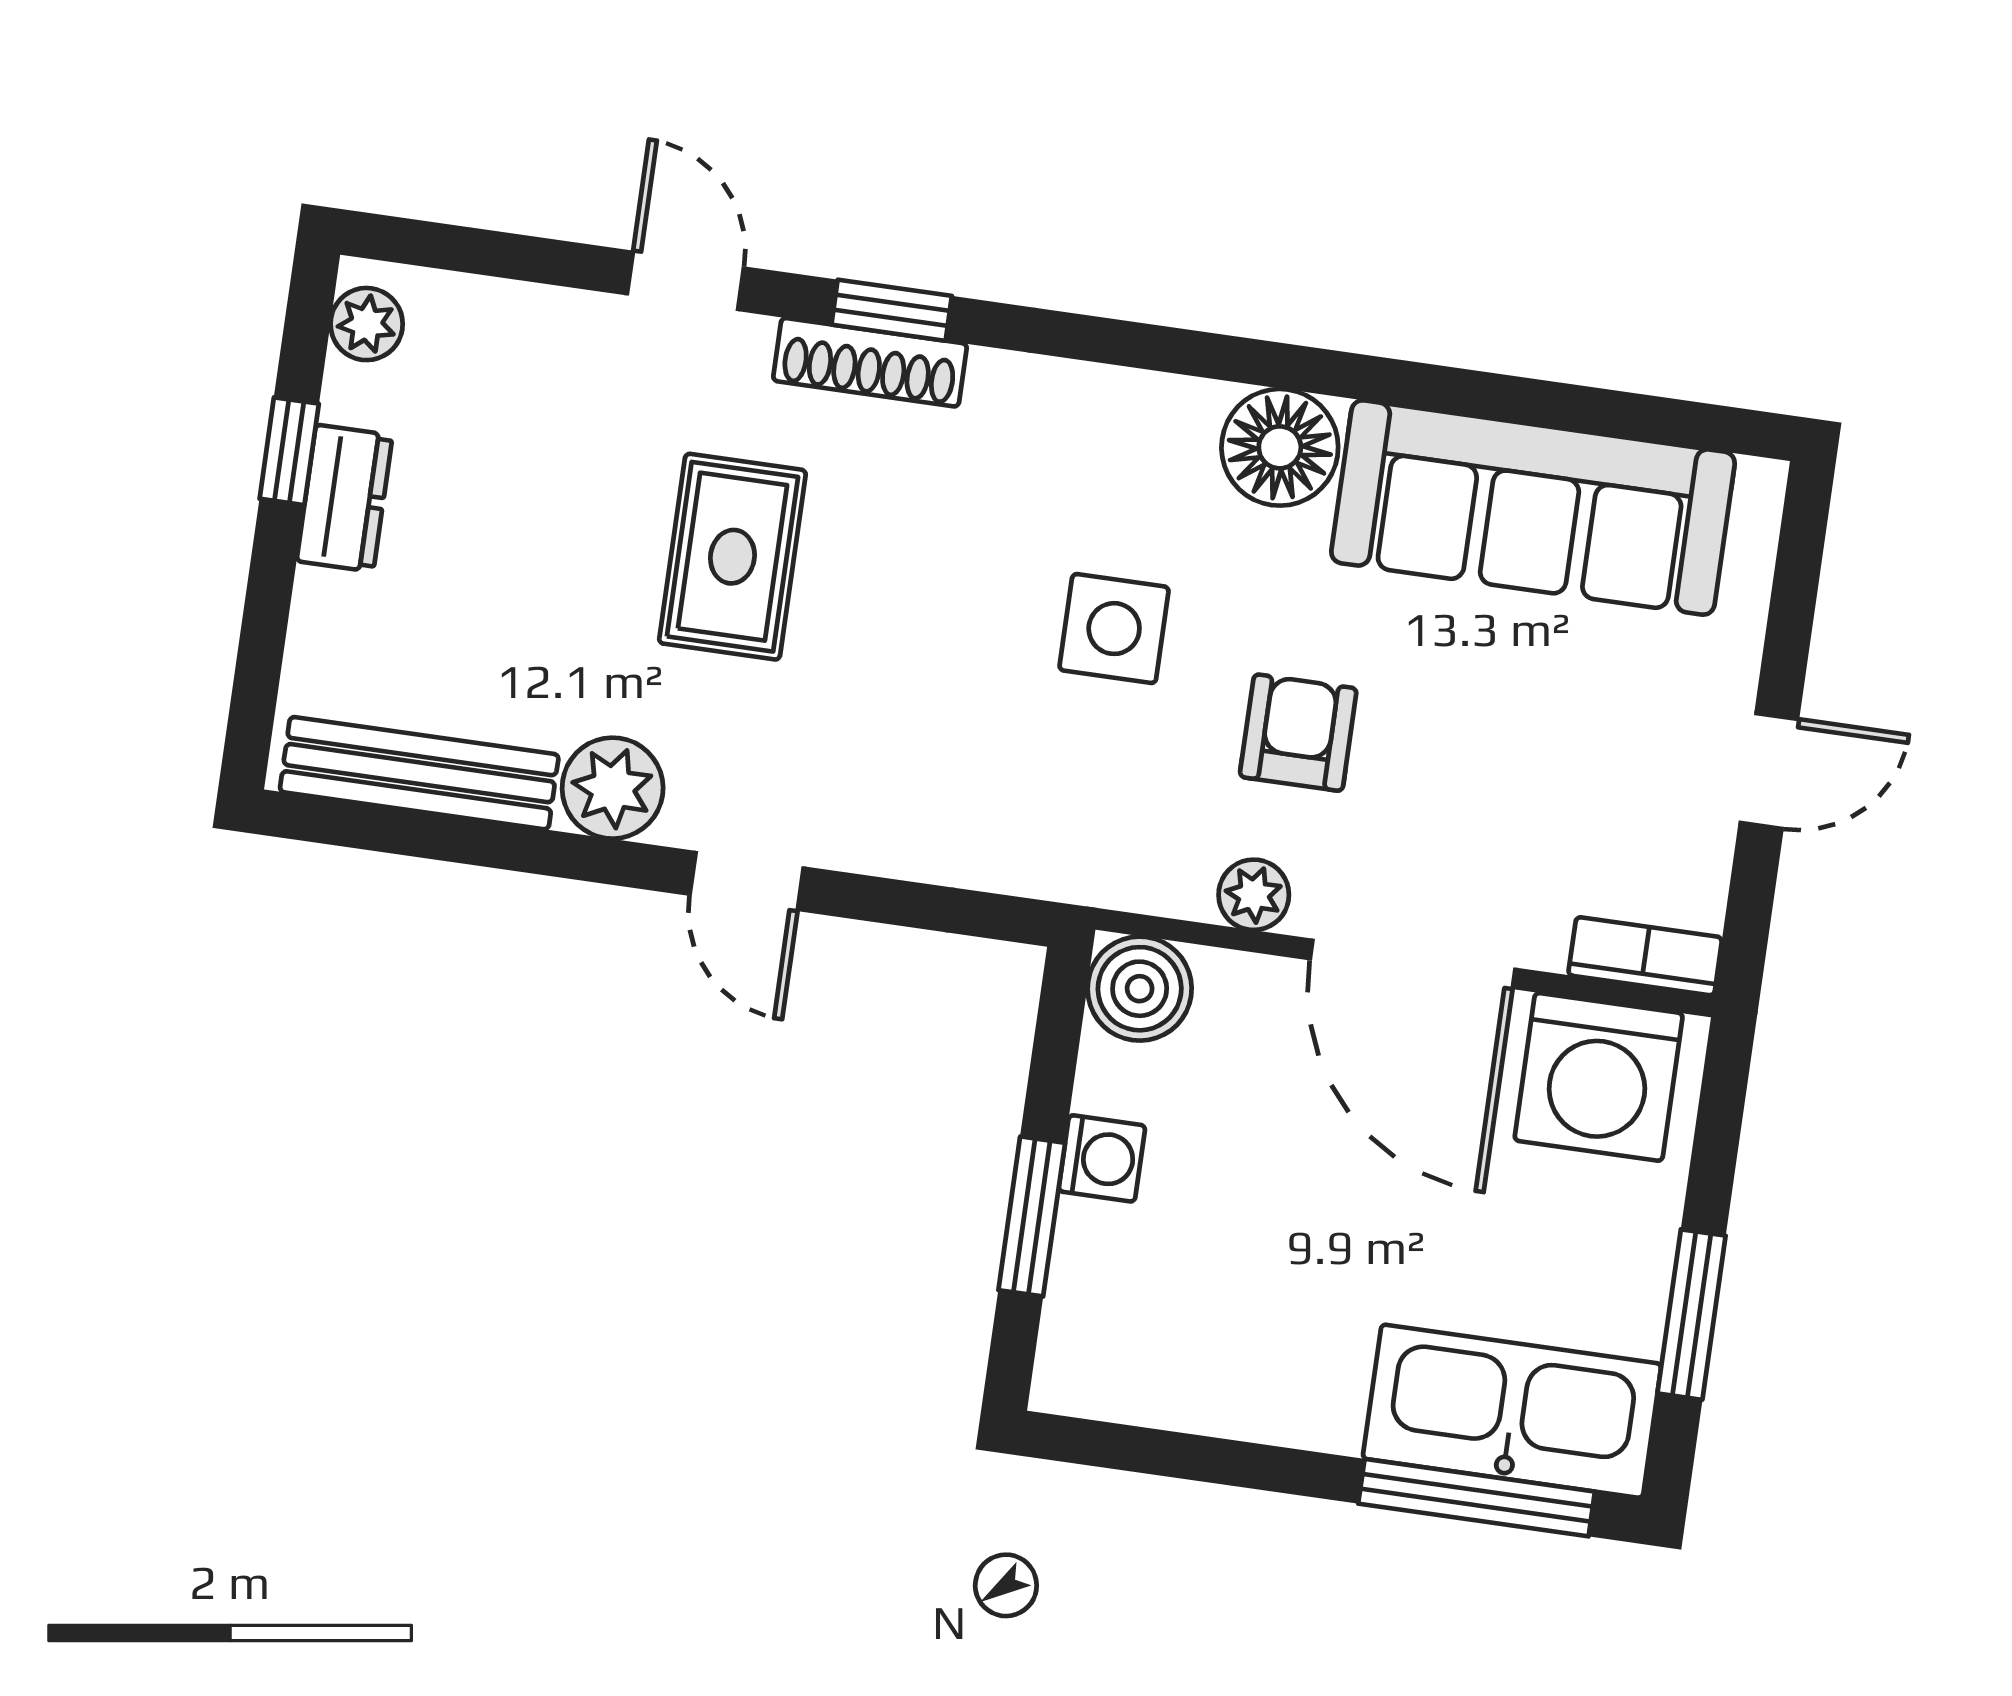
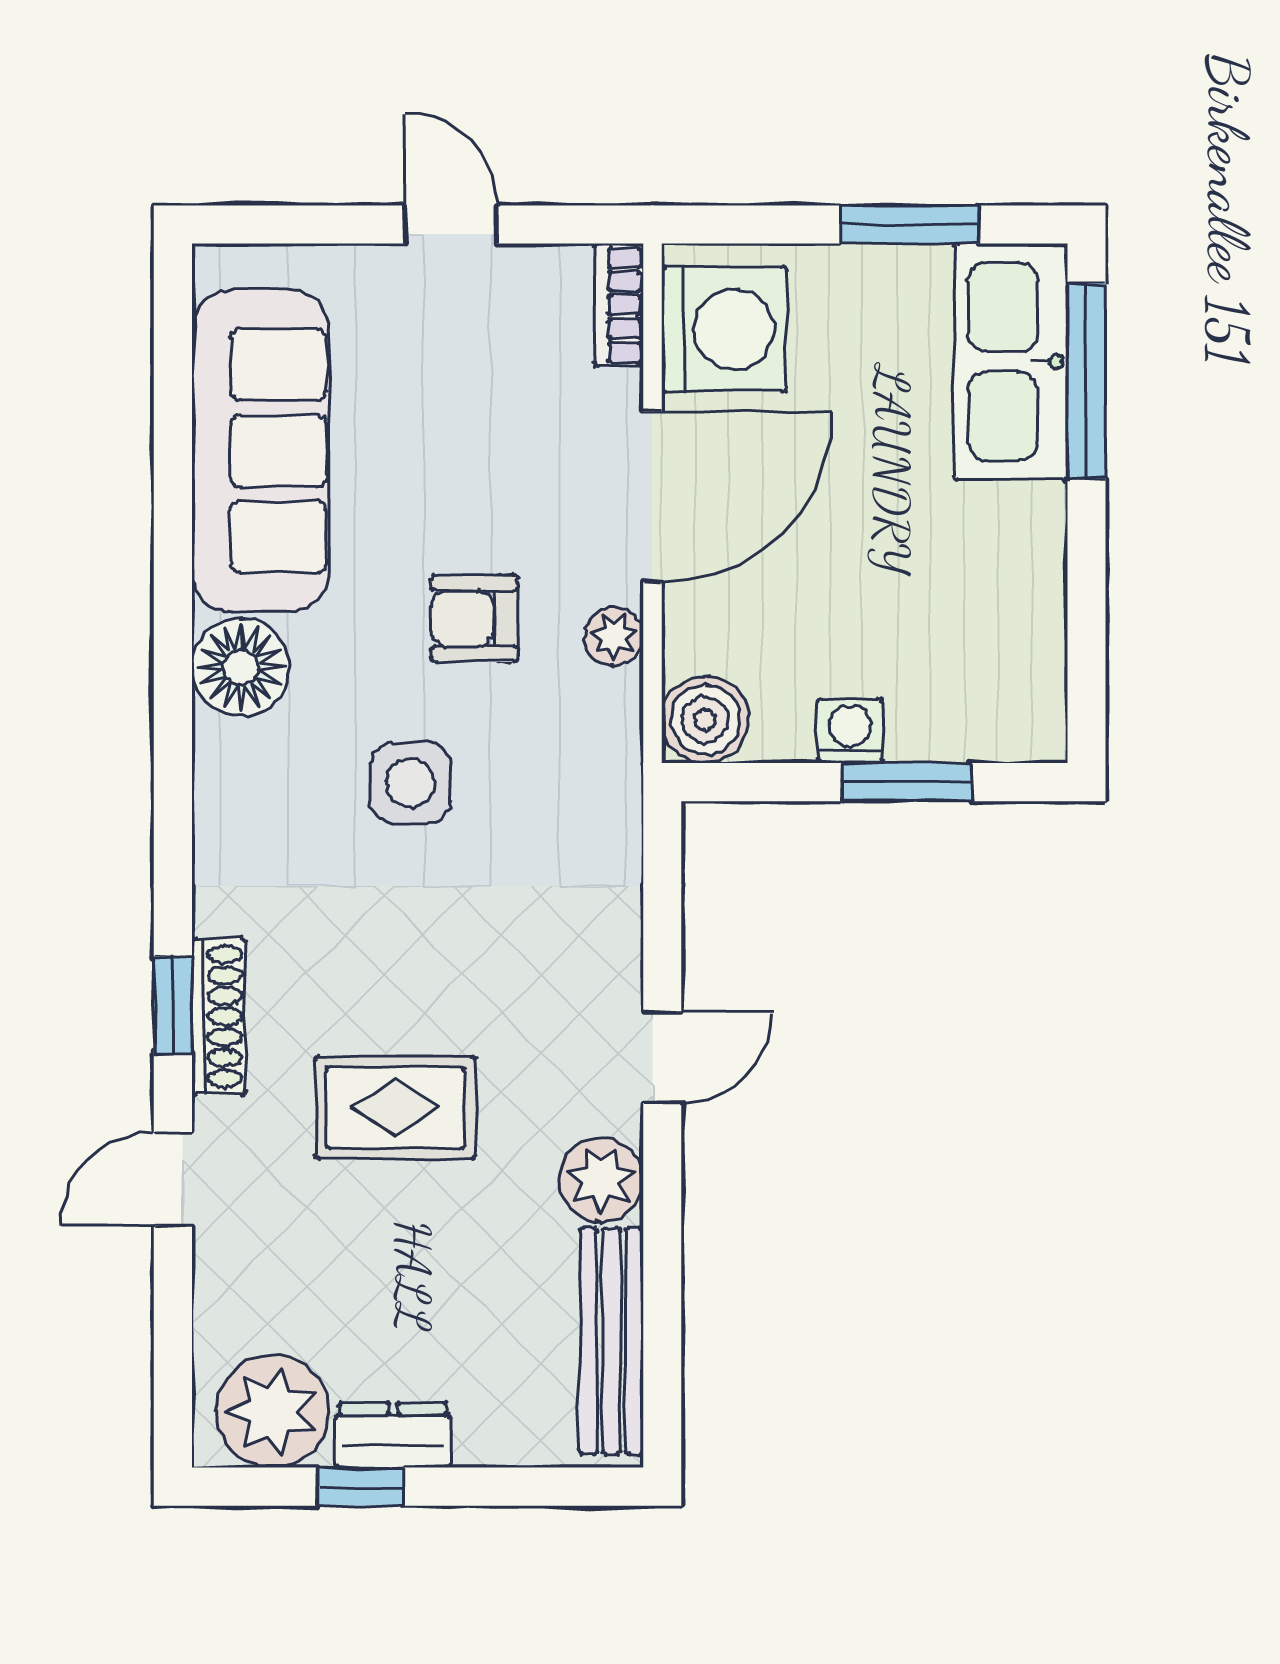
plant: (367, 324) -> (273, 1411), width x1.87, depth x1.87

